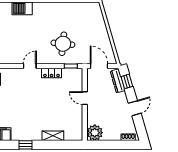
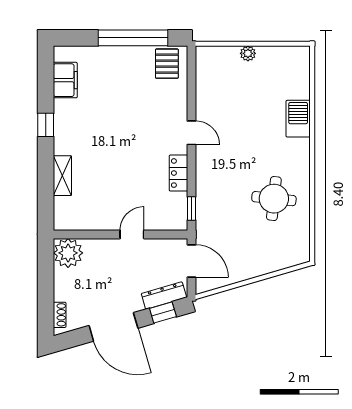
round table: (63, 44) -> (274, 199), moved
door: (99, 66) -> (192, 261), hinge flipped
door: (135, 108) -> (113, 327), width x1.87

